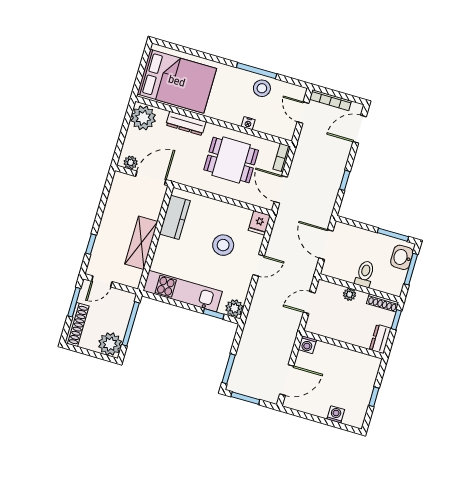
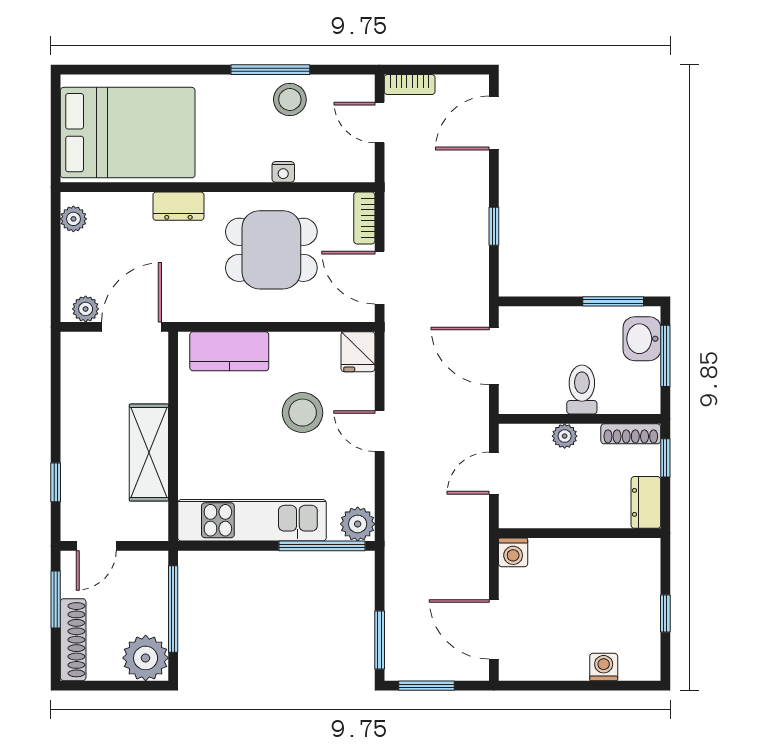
bookcase: (330, 100) -> (410, 85), width x0.64
plant: (143, 118) -> (73, 219), width x0.53, depth x0.53
dresser: (186, 123) -> (178, 206), width x0.70
kitchen counter: (175, 217) -> (229, 351), moved, turned 90
door: (259, 265) -> (380, 431), swing flipped
window: (214, 314) -> (322, 546), width x2.17
door: (287, 380) -> (494, 629), swing flipped

